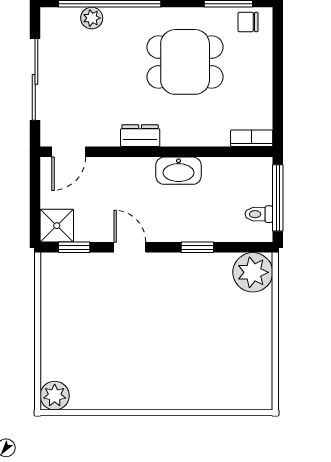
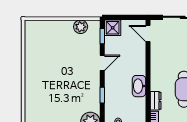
dresser: (140, 136) -> (156, 101), moved
plant: (55, 396) -> (81, 27), moved

